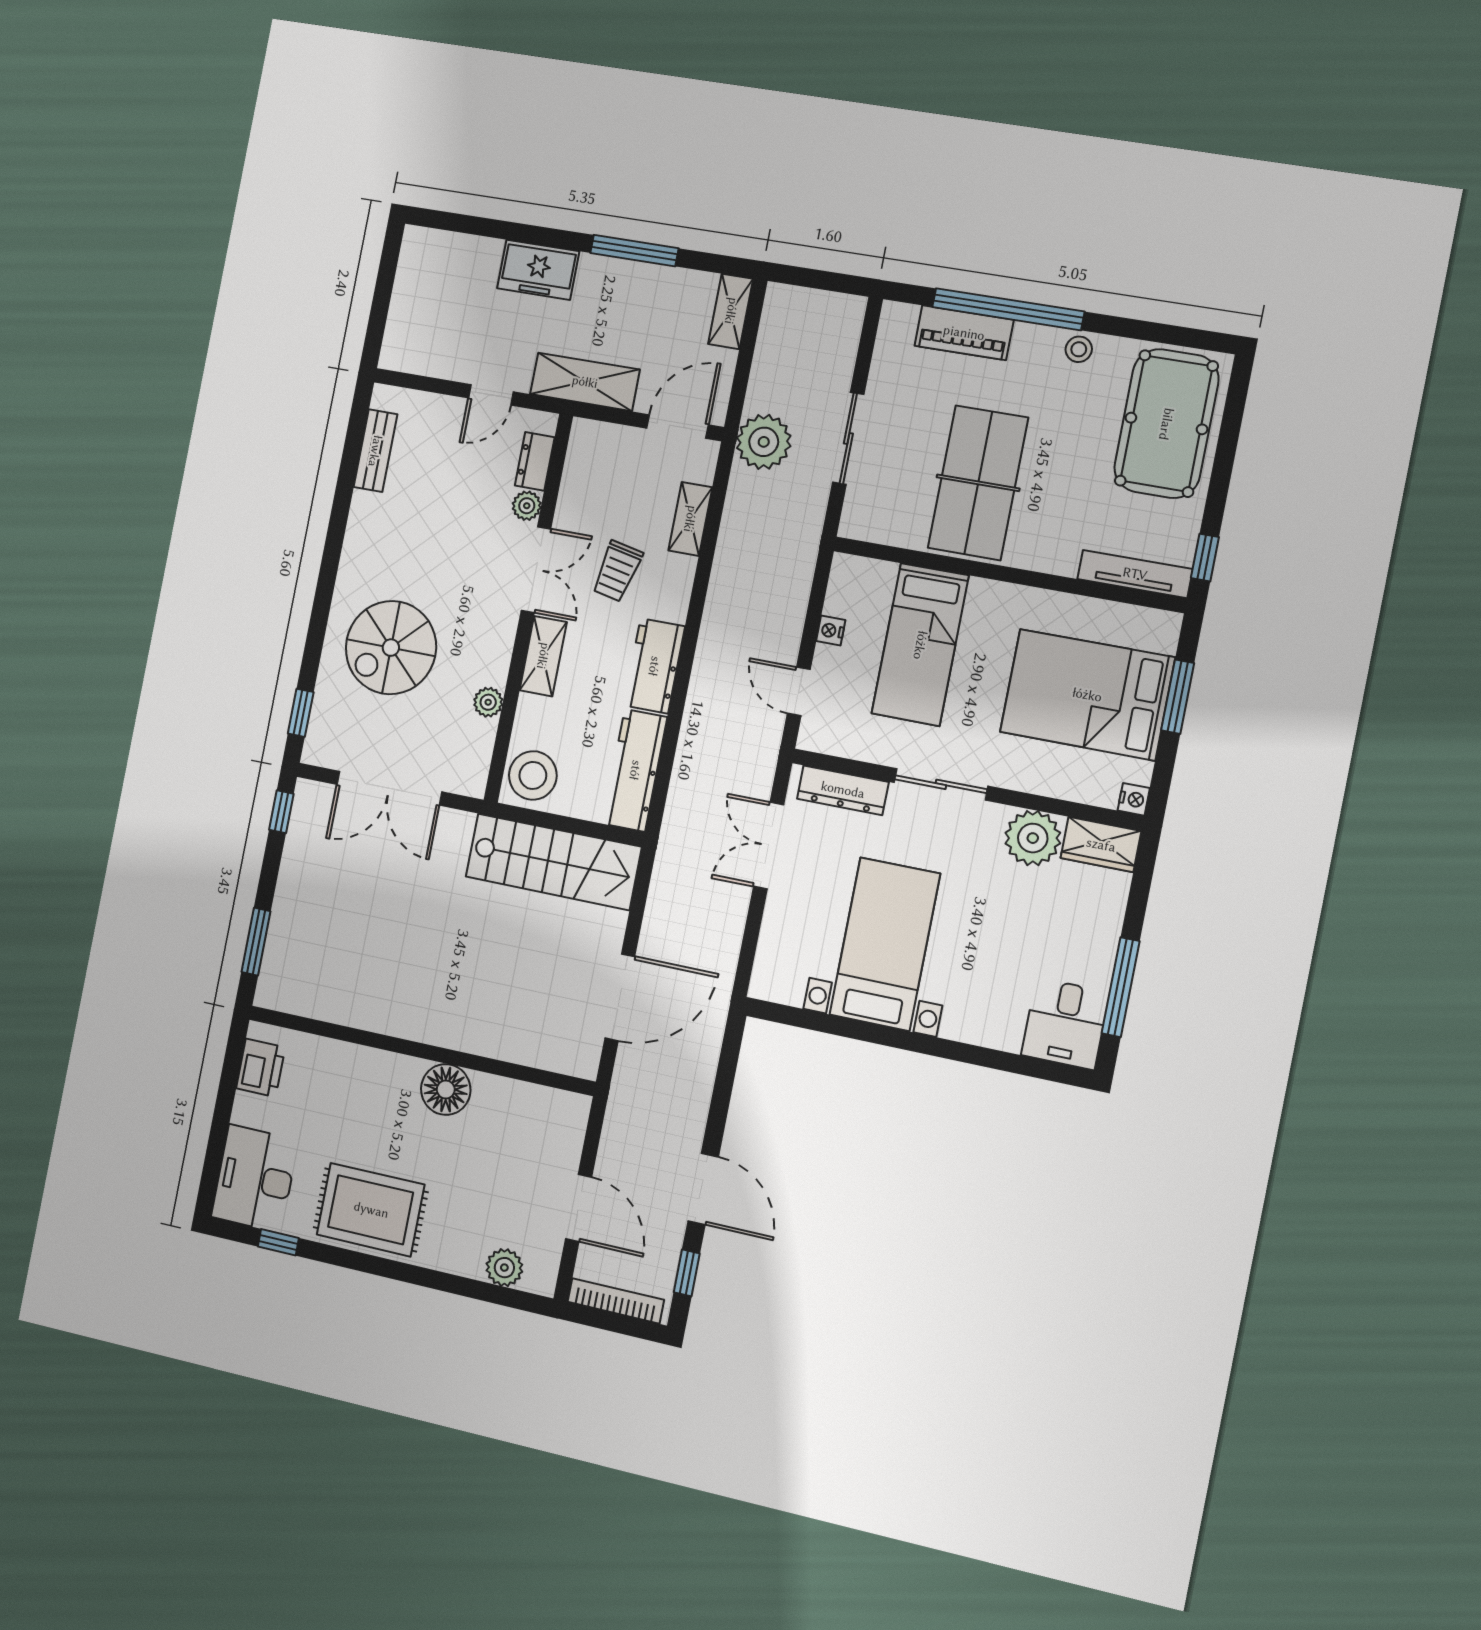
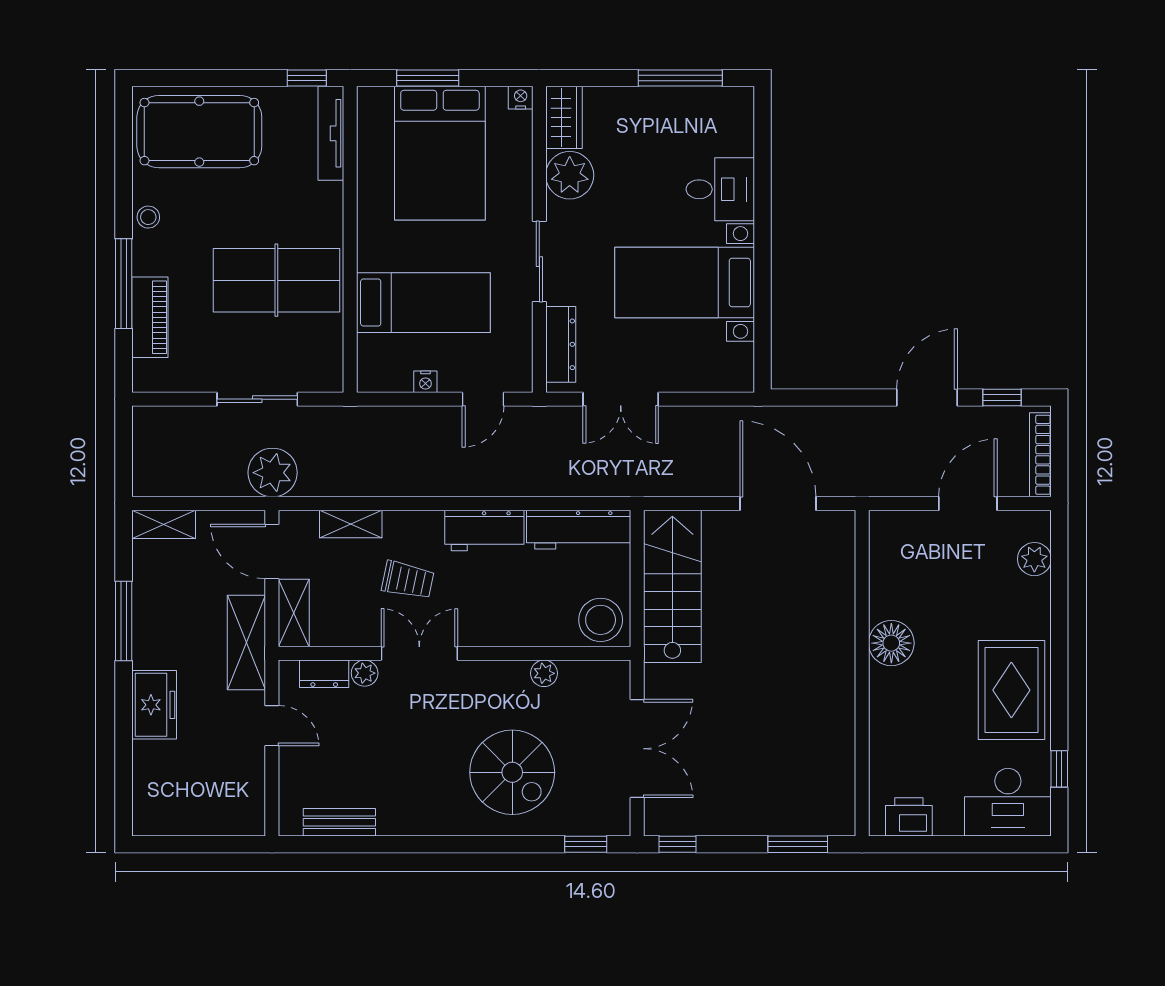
window: (1008, 309) -> (124, 284), width x0.68
shelving: (543, 656) -> (294, 613), moved, turned 90
desk: (1065, 1024) -> (720, 189), moved

